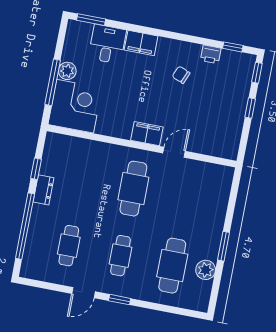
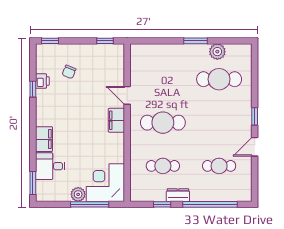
window: (233, 47) -> (33, 89), moved
chair: (181, 75) -> (69, 72), moved
window: (250, 108) -> (105, 41), moved
cafe table: (120, 256) -> (163, 166), moved
door: (84, 293) -> (255, 147), swing flipped

